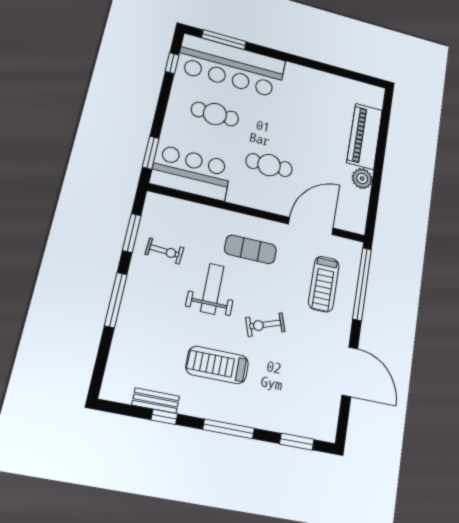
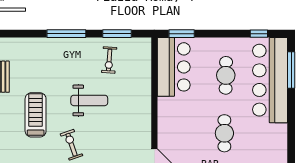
cafe table: (269, 165) -> (224, 133), moved
exercise mat: (251, 249) -> (125, 123), removed

